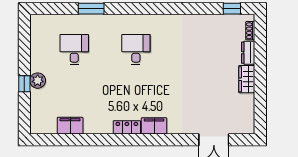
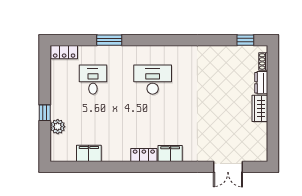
locker: (44, 21) -> (64, 52), added
desk: (136, 50) -> (153, 80), width x1.37
plant: (38, 81) -> (58, 127), moved

